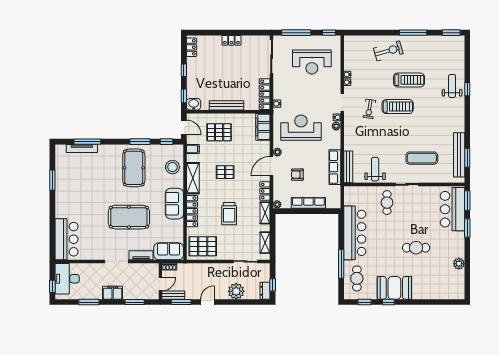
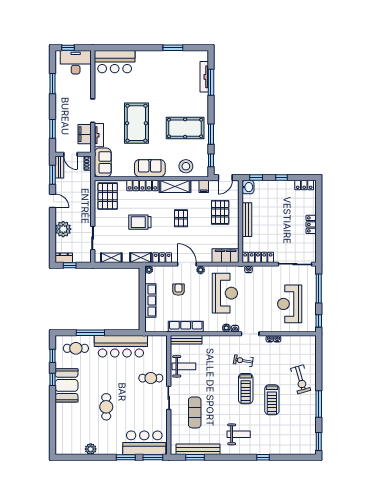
weight bench: (452, 86) -> (239, 434), moved
filing cabinet: (113, 293) -> (85, 134), moved, turned 180

